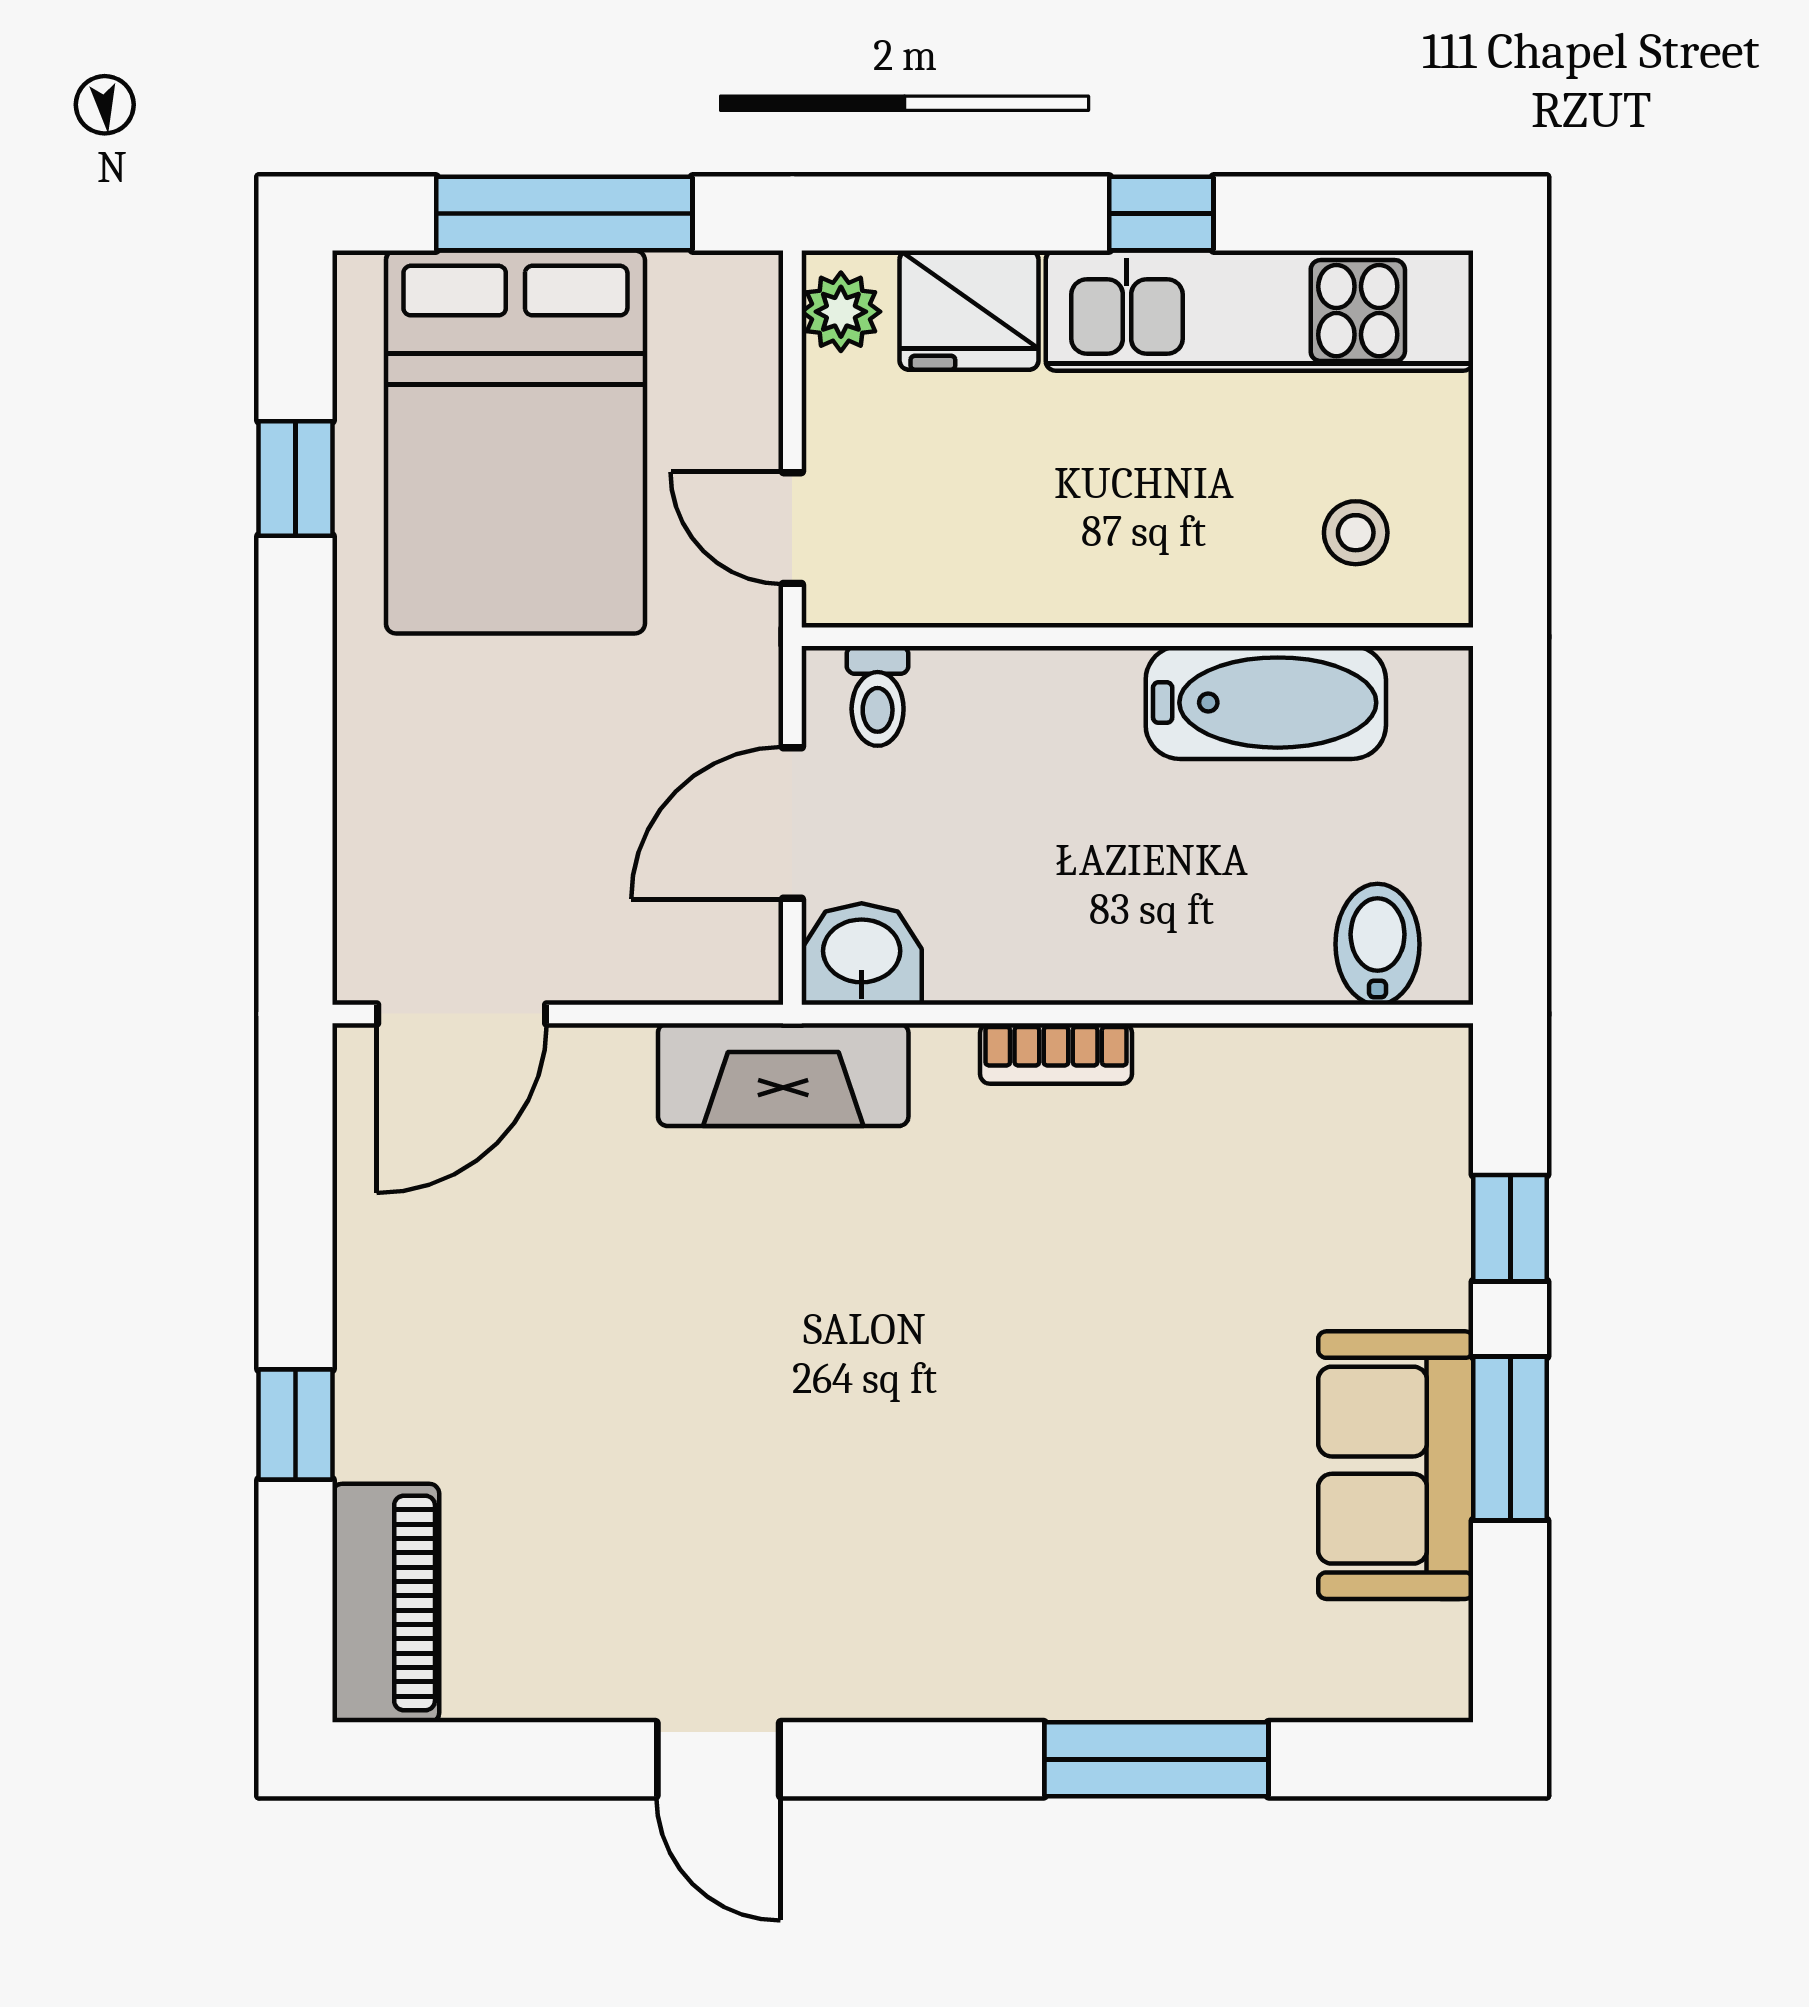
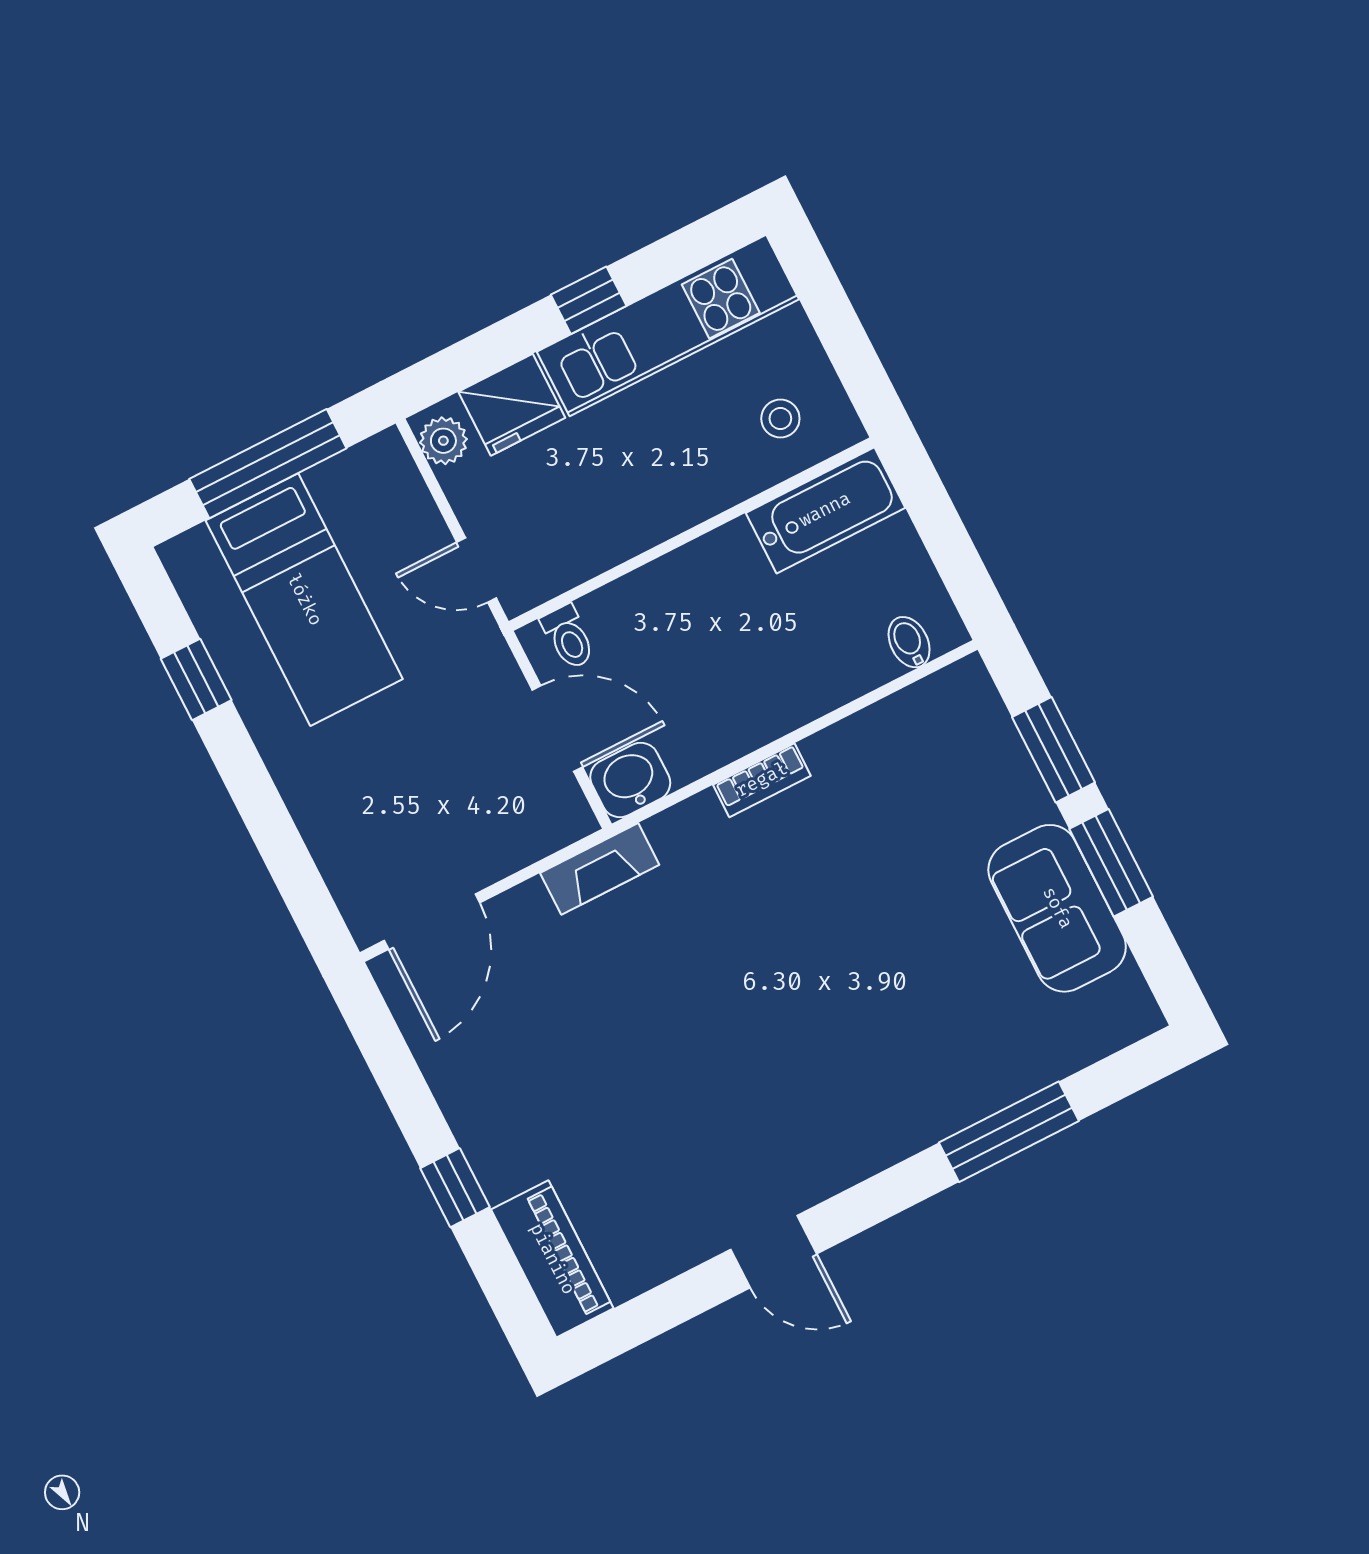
bed: (515, 442) -> (304, 600), width x0.67
bathtub: (1266, 703) -> (825, 510), moved
door: (792, 823) -> (557, 729), swing flipped
bidet: (1378, 944) -> (909, 642), width x0.72, depth x0.74
fireplace: (783, 1075) -> (600, 869), width x0.73, depth x0.76
window: (1510, 1228) -> (1054, 750), width x1.50

